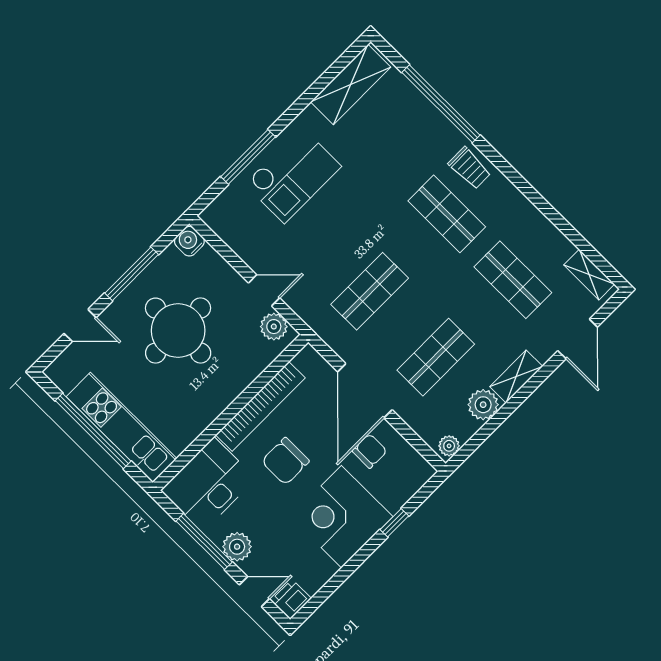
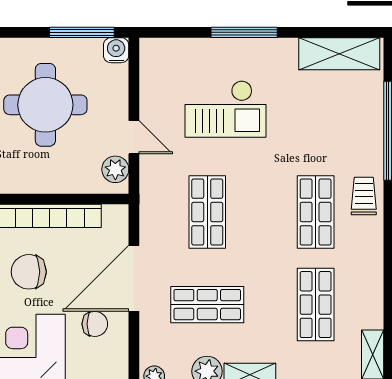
window: (248, 157) -> (244, 32), moved
trolley: (470, 168) -> (364, 196), turned 180
checkout: (293, 175) -> (225, 109), moved
window: (132, 274) -> (82, 32), moved
shop shelf: (370, 291) -> (207, 212), turned 90

